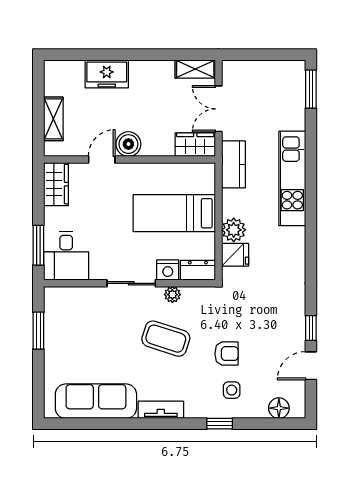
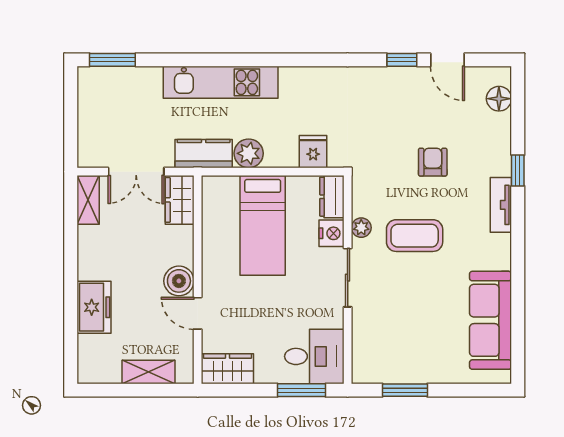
plant: (234, 230) -> (249, 153), moved
coffee table: (166, 339) -> (415, 236), turned 72
side table: (232, 390) -> (477, 156), removed
tv unit: (161, 410) -> (501, 205), moved

